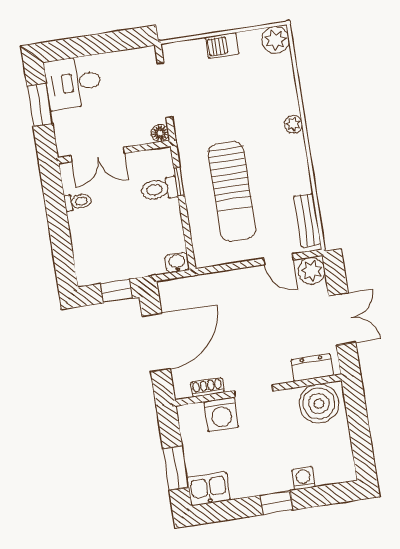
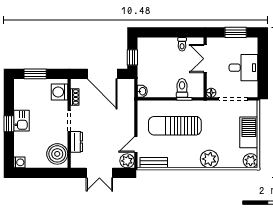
barbecue: (222, 46) -> (249, 132), width x1.88, depth x1.53
desk: (73, 83) -> (243, 68), moved, turned 90
plant: (293, 124) -> (209, 159), width x1.87, depth x1.87
dresser: (312, 368) -> (77, 142), moved
washing machine: (221, 414) -> (59, 92), moved
washing machine: (303, 478) -> (19, 162), moved
kitchen sink: (209, 489) -> (22, 121), moved

